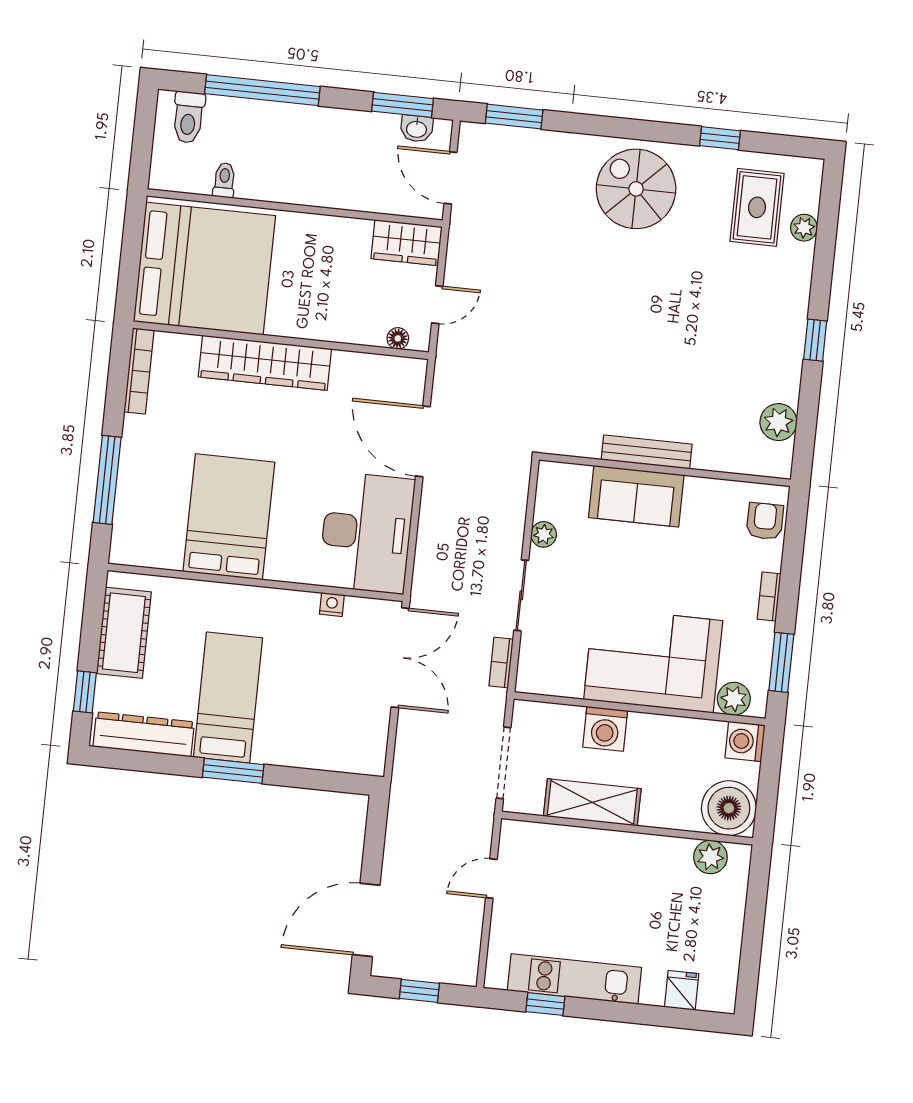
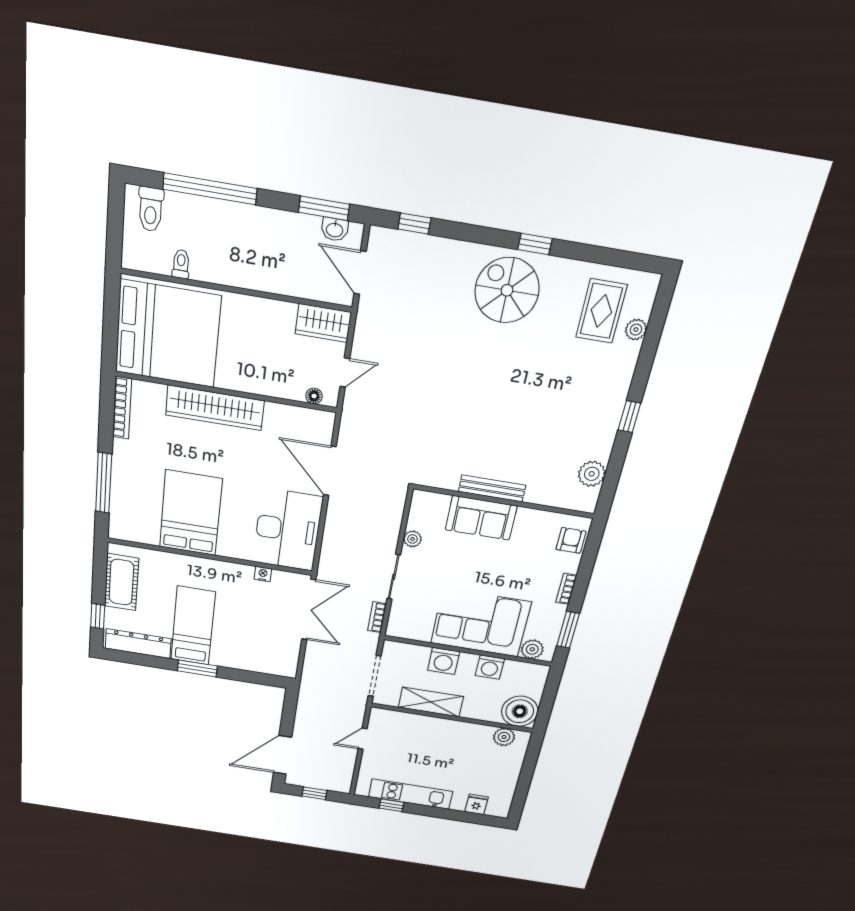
window: (514, 117) -> (414, 224), width x0.67
window: (720, 138) -> (535, 244), moved
washing machine: (745, 741) -> (490, 667), moved, turned -90

